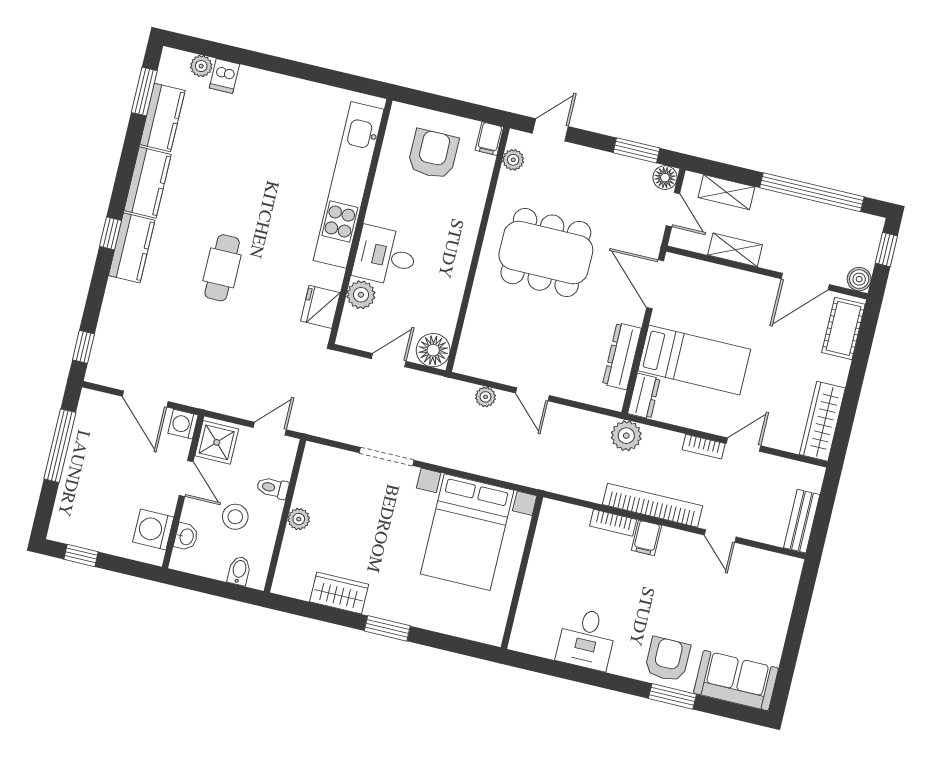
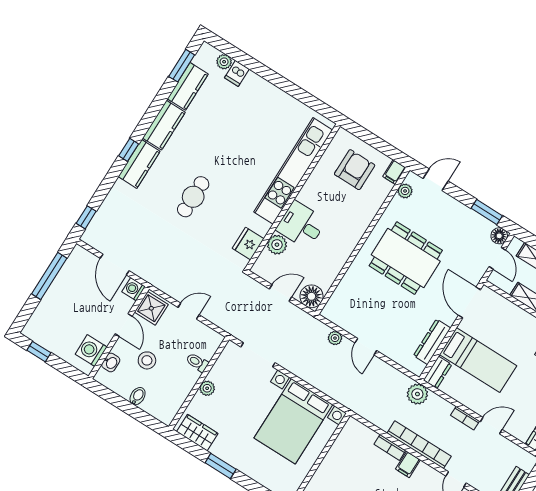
toilet: (273, 488) -> (197, 362), moved
wall: (285, 516) -> (199, 383), moved
plant: (299, 519) -> (207, 388), moved

